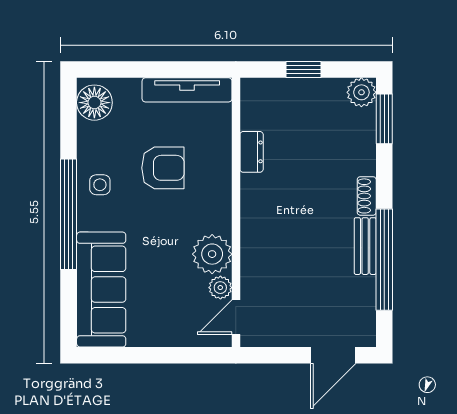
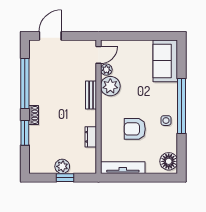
plant: (361, 92) -> (62, 166), moved
window: (384, 119) -> (25, 133), moved
bench: (365, 246) -> (91, 95), moved
sofa: (101, 290) -> (165, 61), width x0.73

